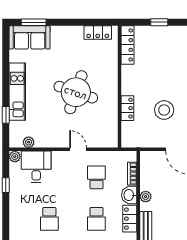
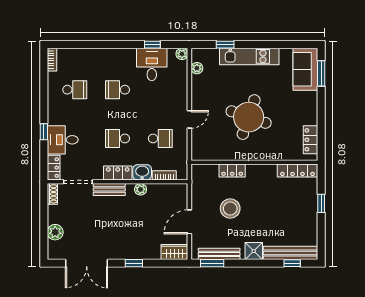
desk: (36, 167) -> (152, 64), moved, turned -90

